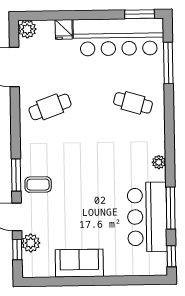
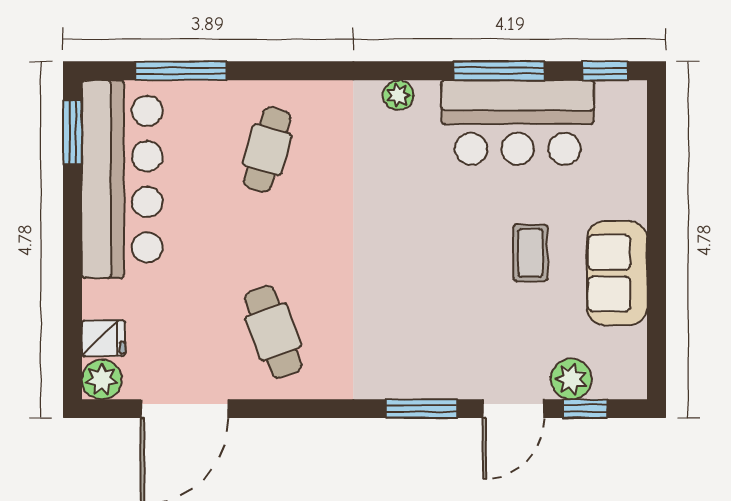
fridge: (64, 29) -> (104, 338), moved
coffee table: (38, 185) -> (530, 253), moved

